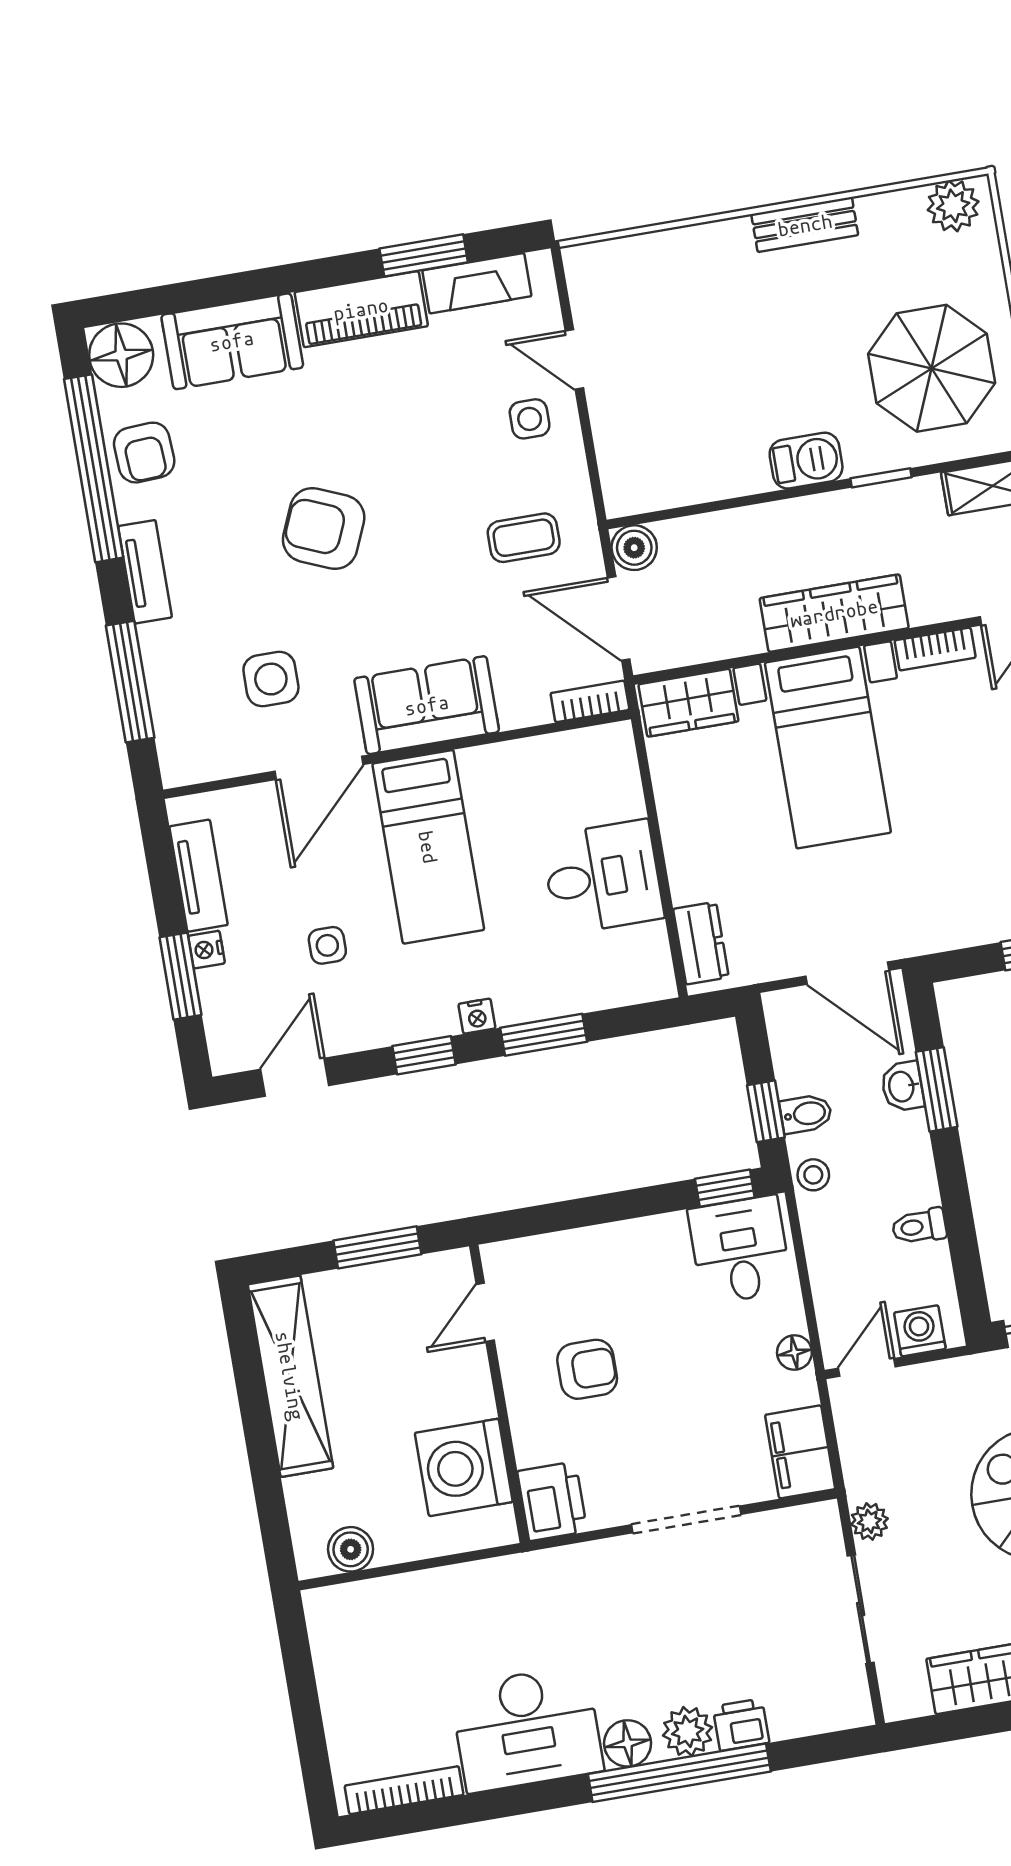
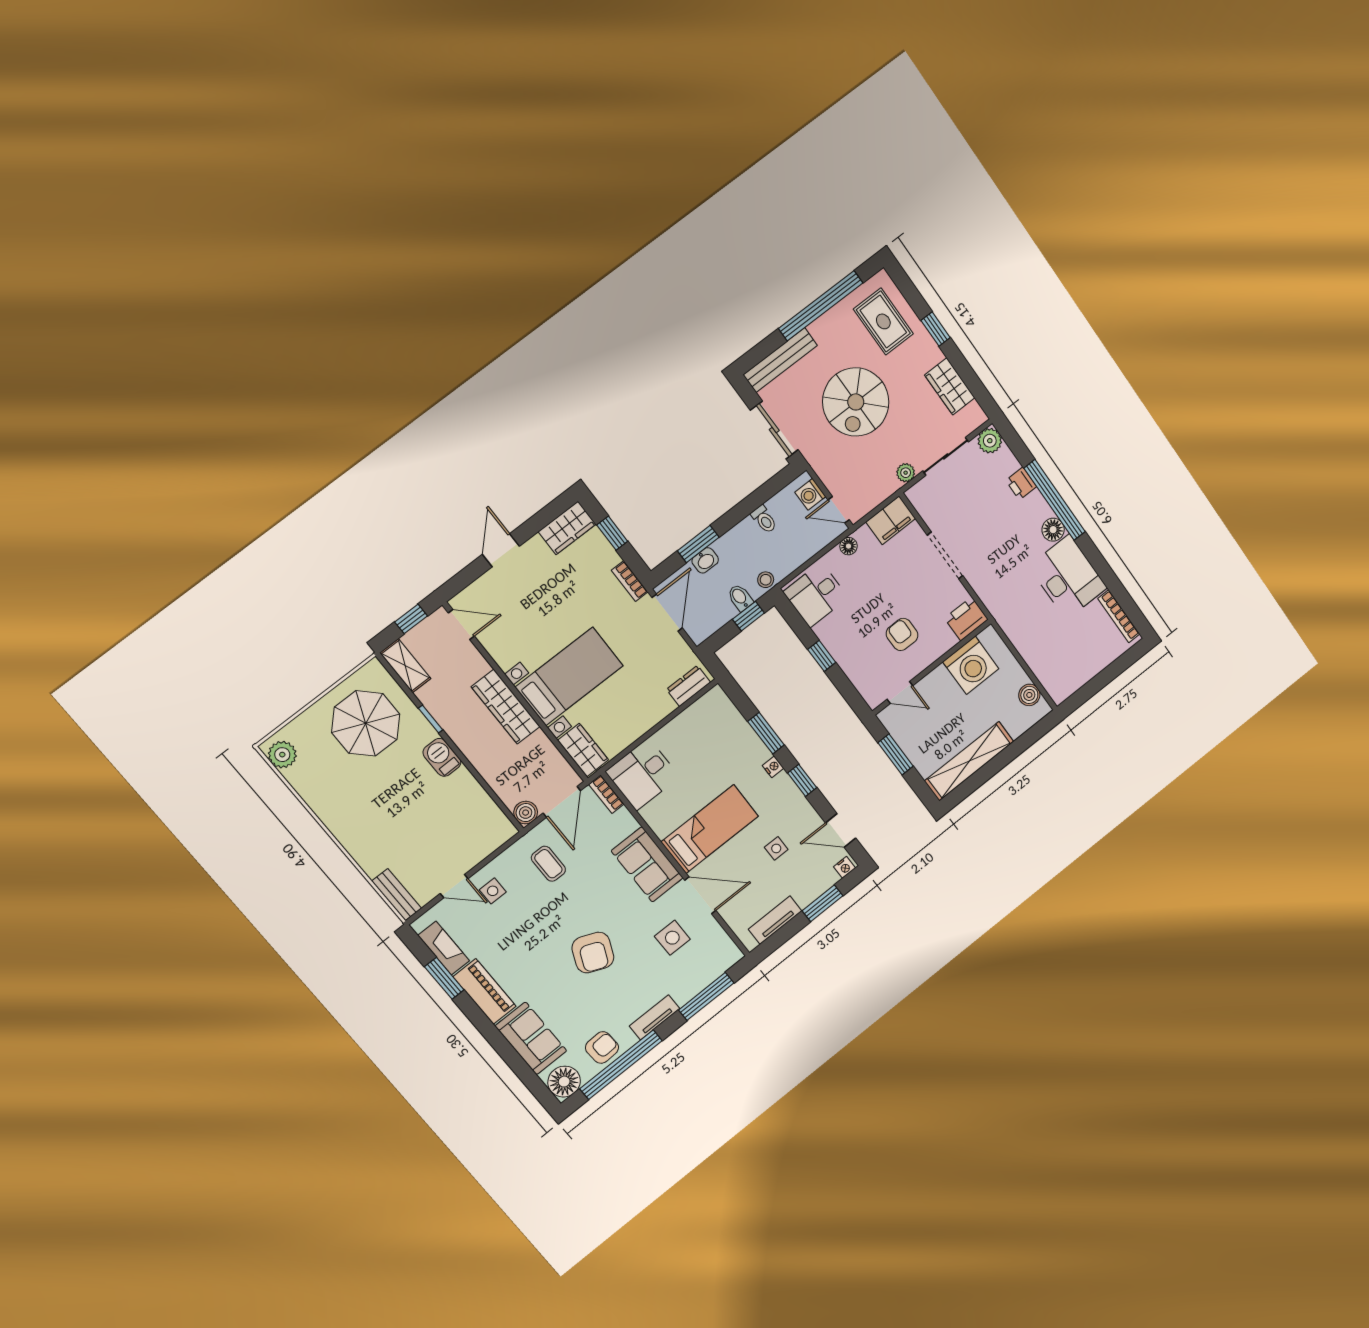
bench: (805, 225) -> (397, 895), moved
door: (574, 359) -> (454, 886), hinge flipped
bookcase: (935, 649) -> (630, 581), moved, turned 180
desk: (603, 877) -> (643, 774), moved, turned -90
nightstand: (206, 950) -> (845, 867), moved
window: (725, 1188) -> (822, 656), moved
plant: (688, 1731) -> (990, 441), moved

